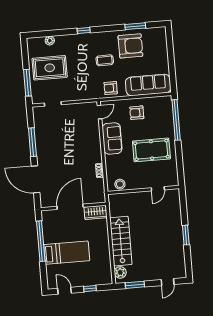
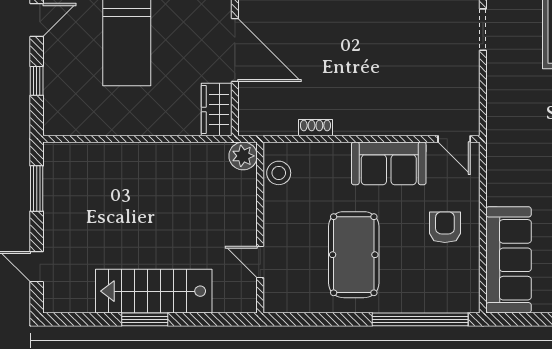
armchair: (111, 88) -> (509, 170), removed
stairs: (121, 241) -> (154, 291), moved, turned 180
plant: (120, 272) -> (243, 156), moved

